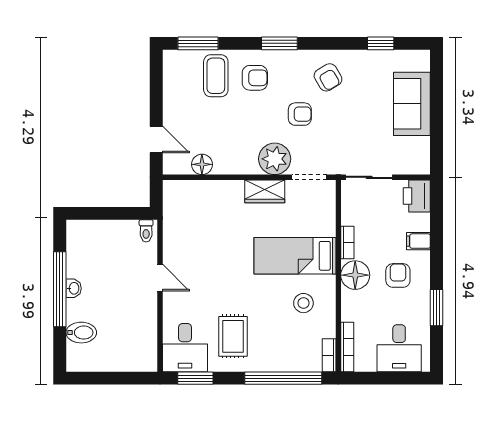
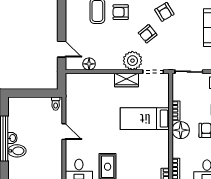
armchair: (255, 78) -> (121, 12), turned 180
armchair: (300, 114) -> (148, 34), turned 141
stool: (303, 303) -> (150, 147), removed
bidet: (81, 333) -> (17, 151), moved

